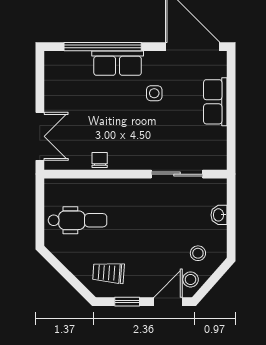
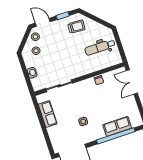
row of seats: (118, 63) -> (117, 126), moved
row of seats: (215, 102) -> (48, 114), moved
door: (168, 302) -> (43, 22), swing flipped

